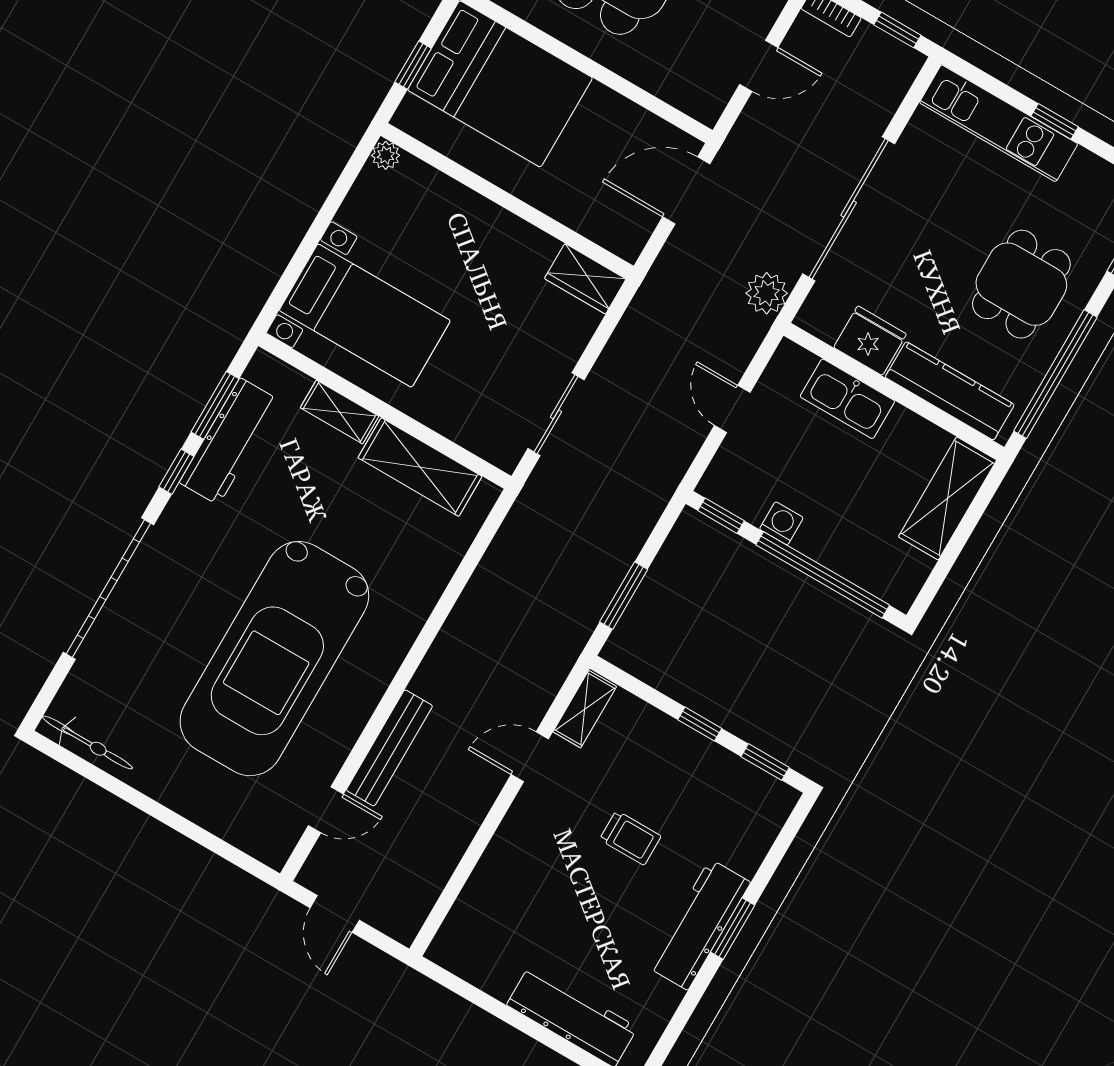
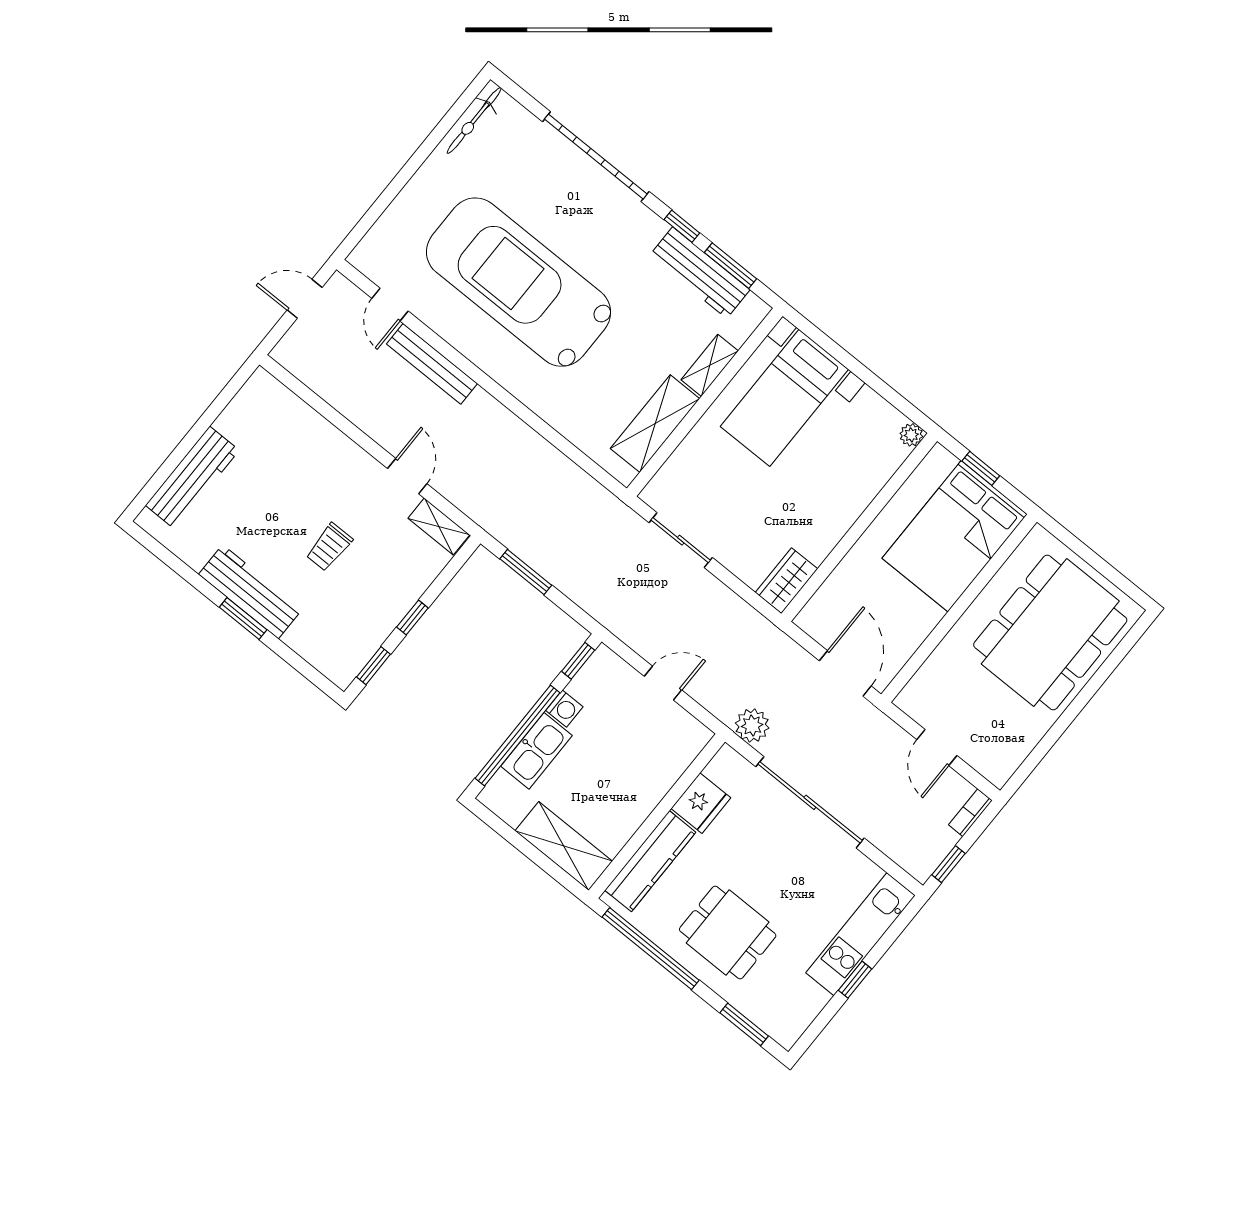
kitchen sink: (847, 399) -> (536, 751), moved, turned 180

